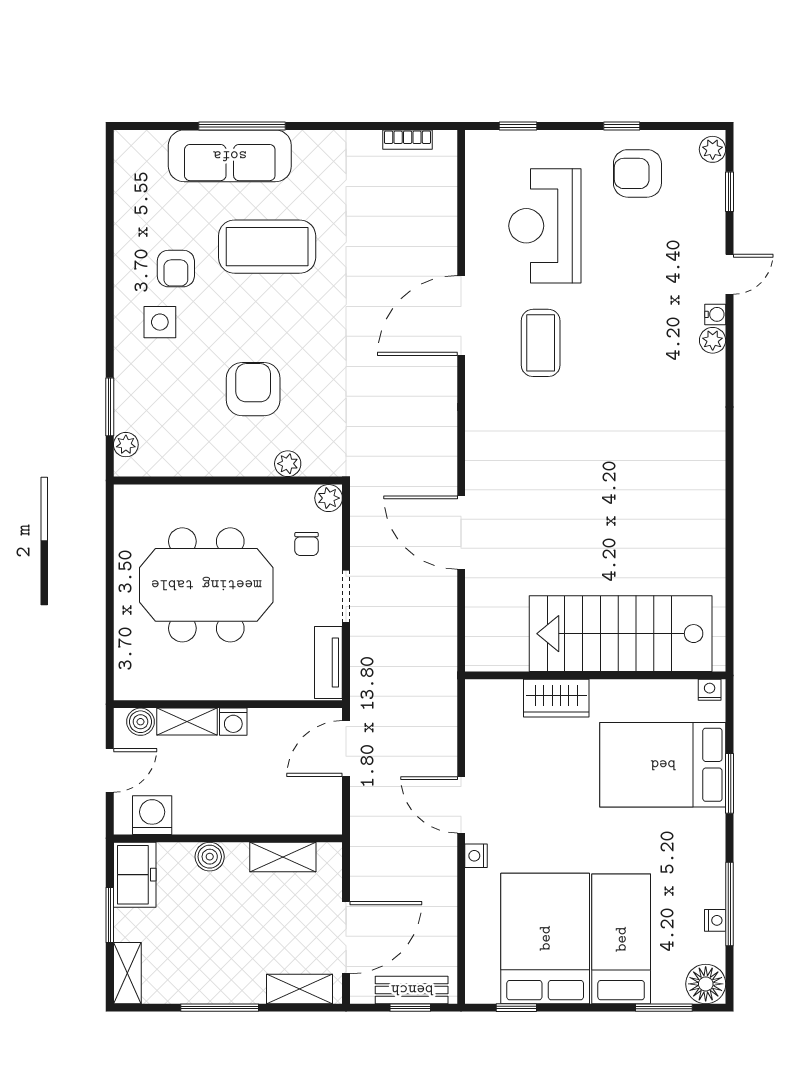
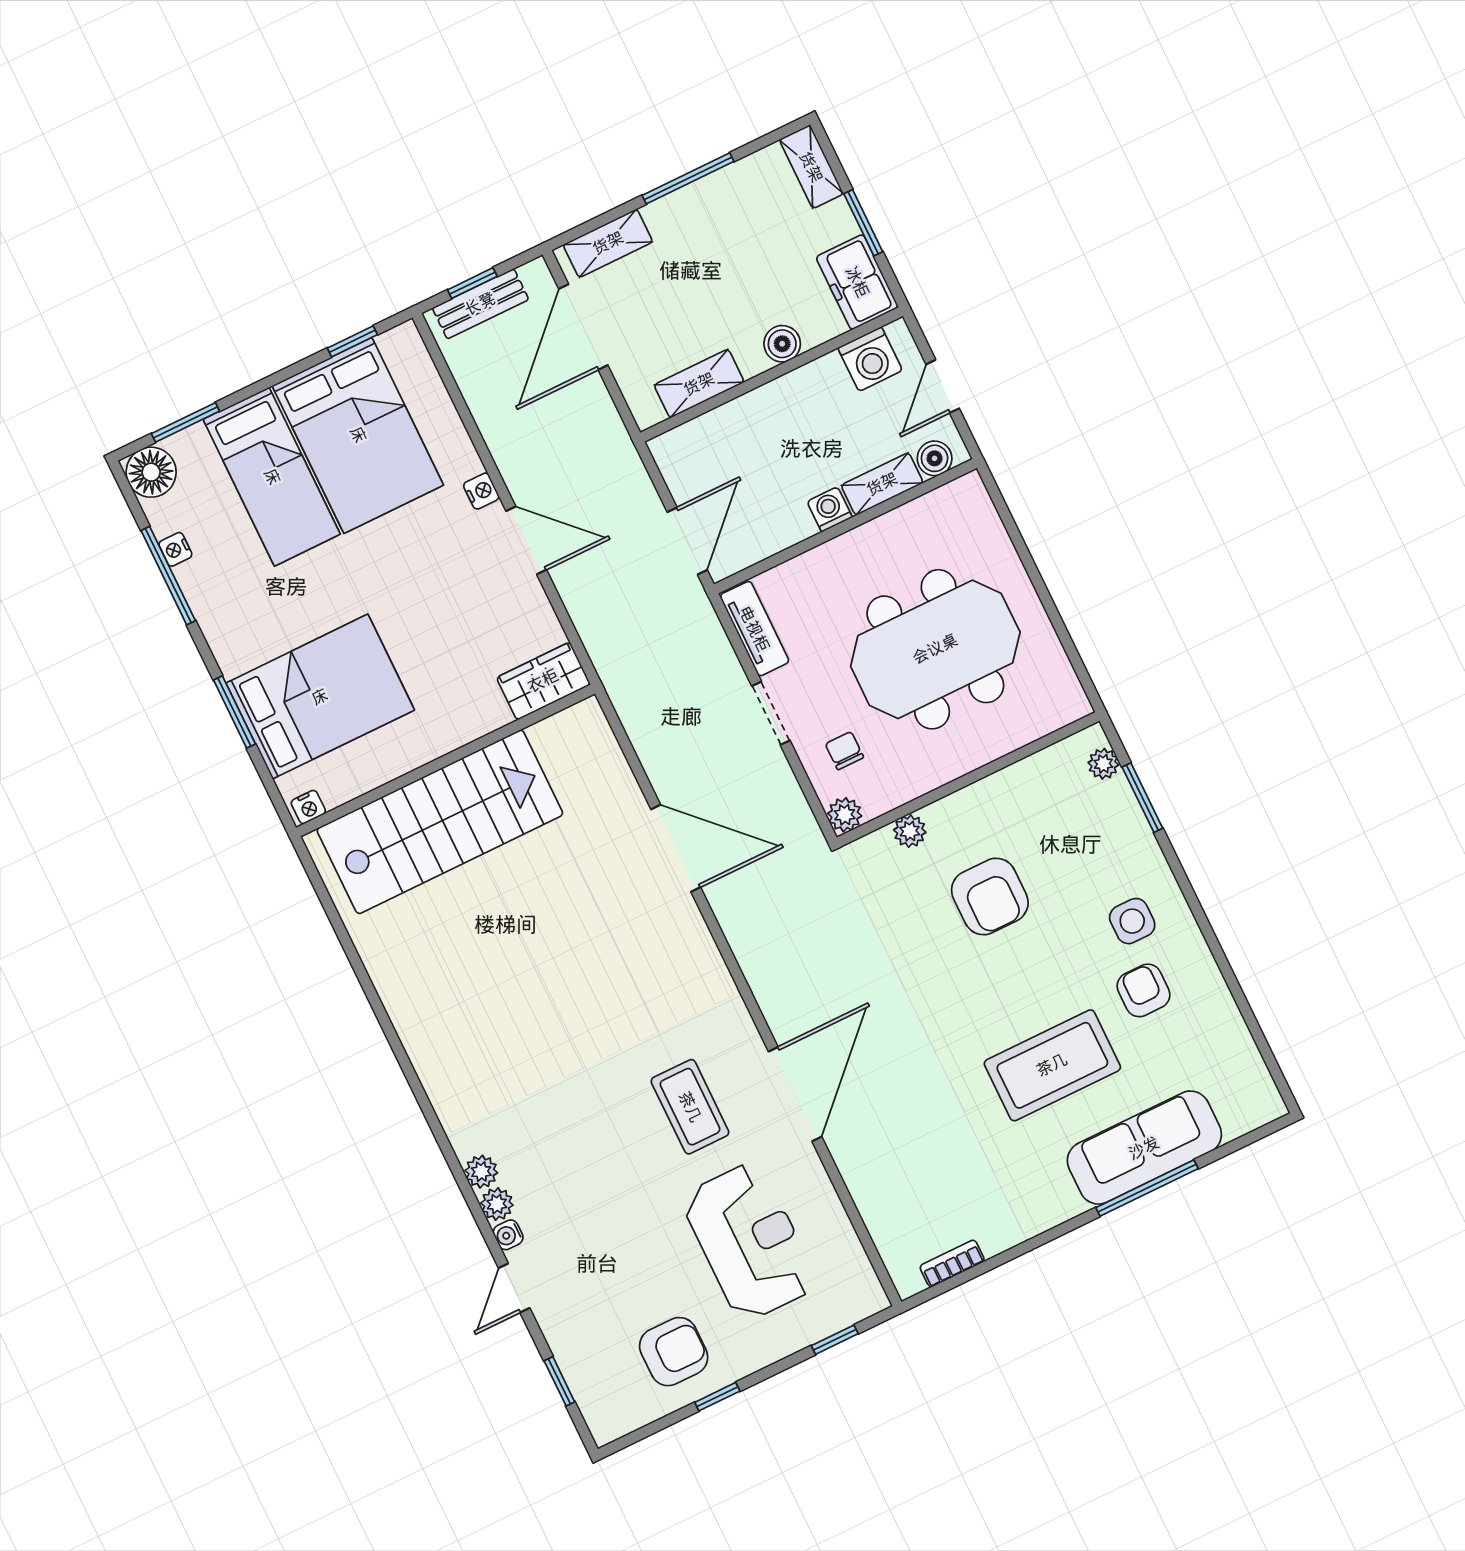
plant: (713, 149) -> (481, 1172), moved
wardrobe: (556, 698) -> (543, 681), moved

